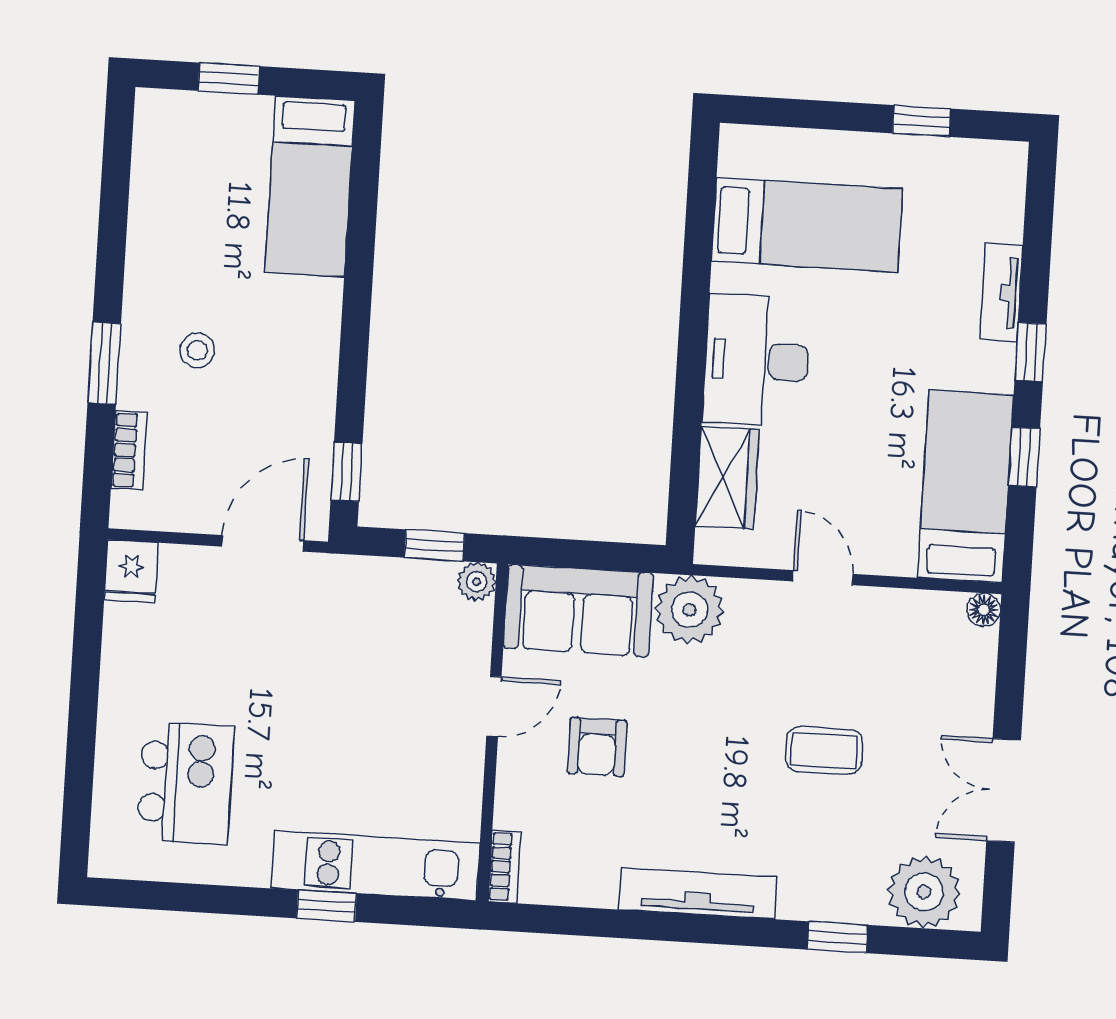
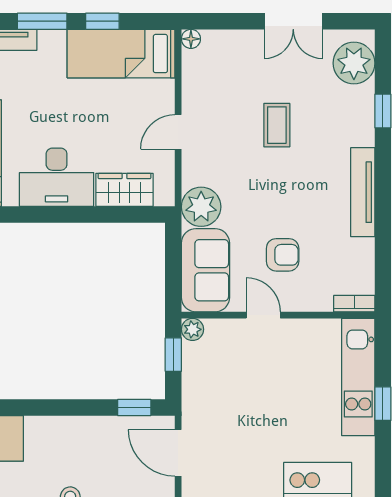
window: (1030, 352) -> (42, 21), width x1.50

